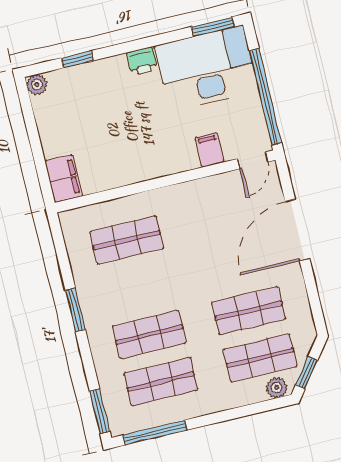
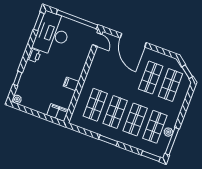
filing cabinet: (209, 150) -> (71, 84), moved
shop shelf: (138, 287) -> (115, 112), added
plant: (277, 388) -> (168, 132), moved

